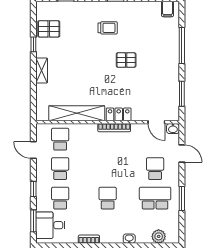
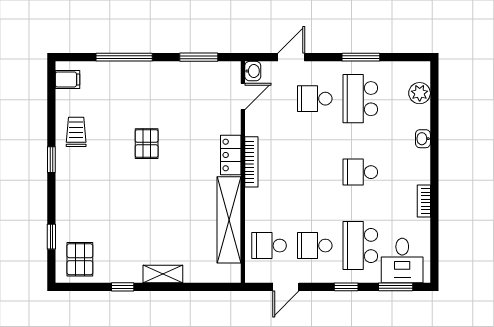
trolley: (108, 28) -> (76, 132), moved
pallet: (49, 29) -> (80, 259), moved
school desk: (60, 198) -> (360, 246), width x1.85

